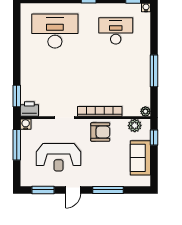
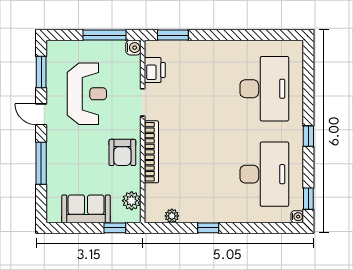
desk: (116, 31) -> (264, 174), width x1.36, depth x1.30
window: (154, 71) -> (208, 228), width x0.46
printer: (29, 109) -> (155, 70), moved
plant: (145, 111) -> (172, 216), moved
reception desk: (59, 157) -> (87, 94), turned 180

